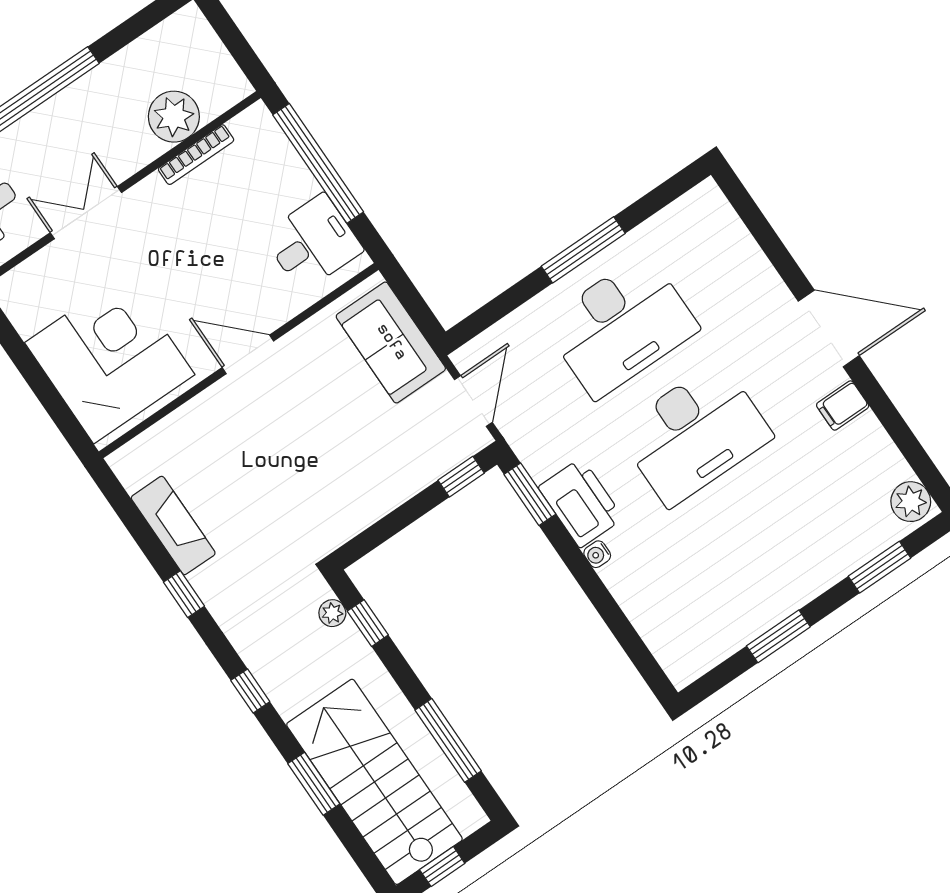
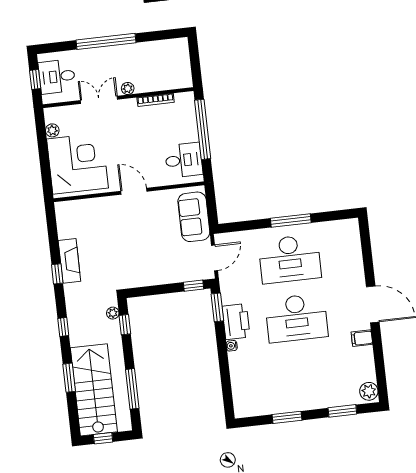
plant: (174, 117) -> (128, 88), moved, width x0.53, depth x0.53
plant: (27, 320) -> (52, 130), added
fireplace: (173, 525) -> (69, 261), moved

